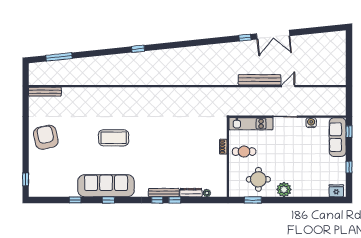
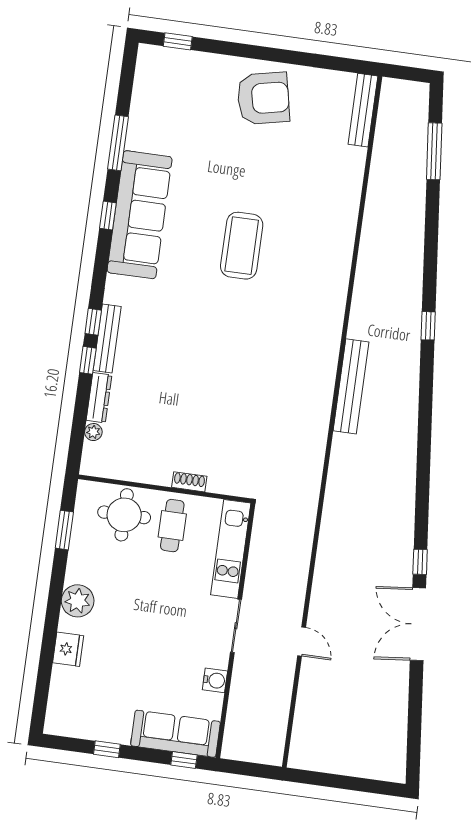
bench: (260, 80) -> (351, 386), moved
round table: (258, 179) -> (124, 515), moved
fridge: (336, 191) -> (68, 649), moved
window: (75, 200) -> (118, 143), width x2.17

